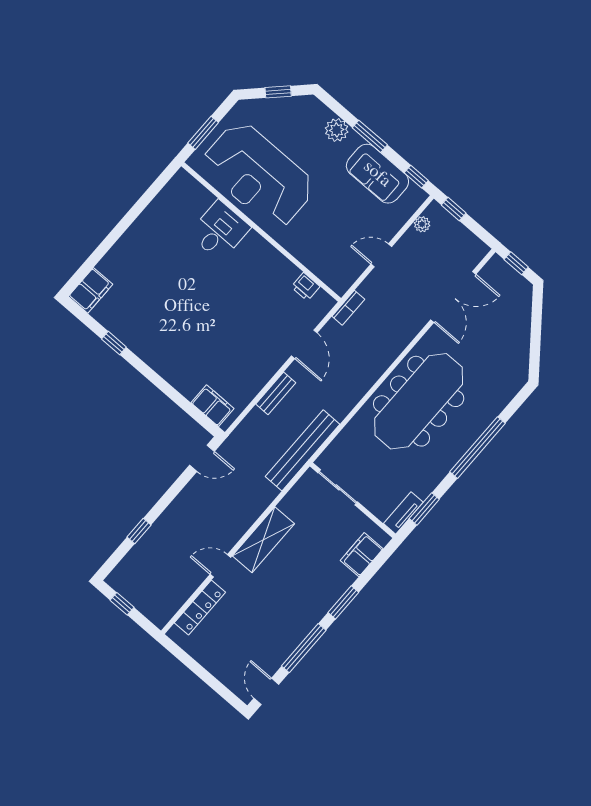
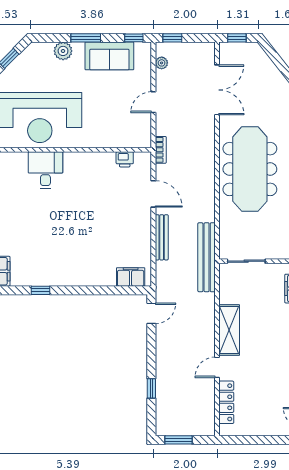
bench: (276, 393) -> (162, 237), width x1.36
window: (122, 604) -> (178, 440), width x1.50

